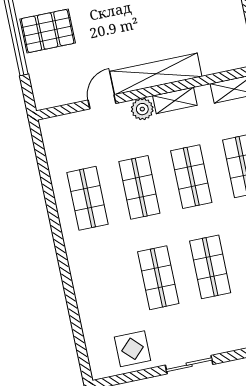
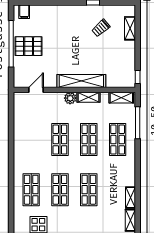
door: (102, 102) -> (36, 90), moved
shop shelf: (88, 198) -> (31, 190), moved

